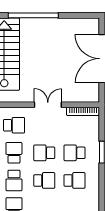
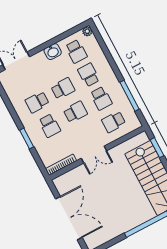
school desk: (74, 153) -> (50, 126), turned 90
school desk: (44, 180) -> (63, 88), turned 180

